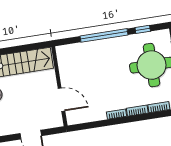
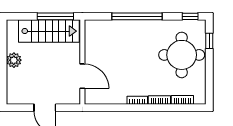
window: (143, 29) -> (190, 16), moved
window: (27, 47) -> (55, 16), added

